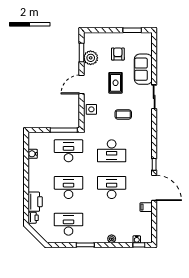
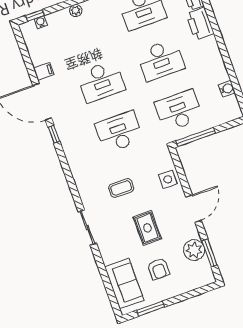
sofa: (143, 69) -> (124, 284), moved
desk: (69, 151) -> (179, 111), turned 180

